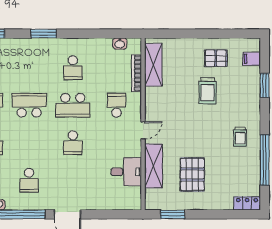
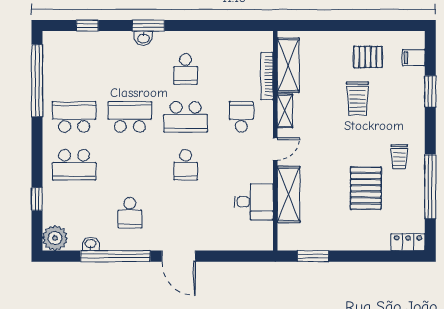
washbasin: (120, 44) -> (143, 38), moved
shelving: (151, 101) -> (285, 111), added
pallet: (192, 174) -> (366, 188), moved

